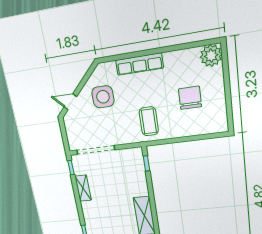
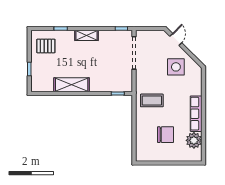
plant: (211, 56) -> (194, 140), moved
row of seats: (139, 64) -> (196, 114), moved
shelving: (83, 188) -> (87, 35), moved

